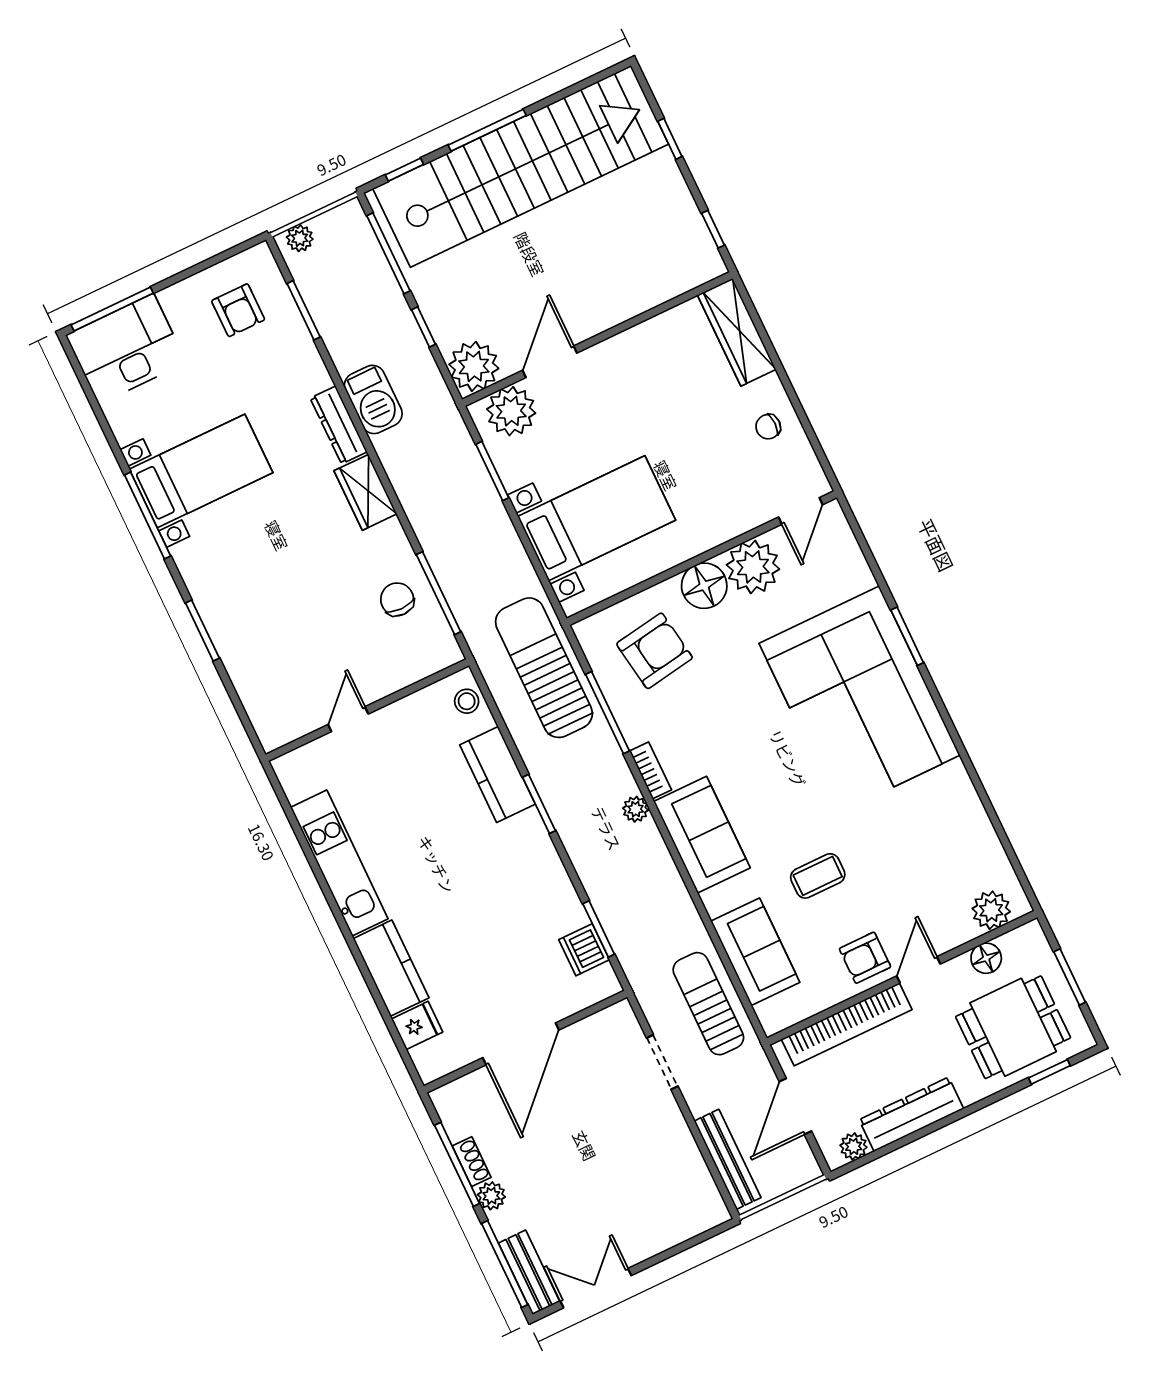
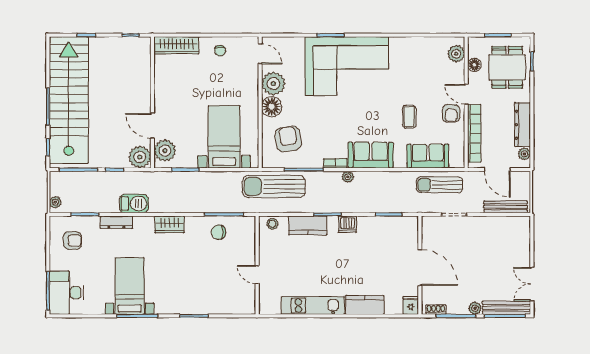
dresser: (339, 425) -> (116, 222), moved
dishwasher: (584, 950) -> (347, 224), moved
fridge: (417, 1025) -> (411, 305), moved
shoe rack: (472, 1162) -> (436, 310), moved
bench: (529, 1272) -> (506, 308), width x1.36

